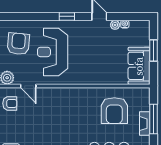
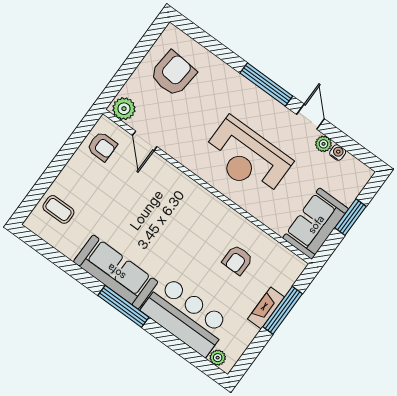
window: (67, 16) -> (266, 85), width x2.17
reception desk: (53, 52) -> (247, 158), moved, turned -90
armchair: (114, 111) -> (237, 260), width x0.53, depth x0.53

